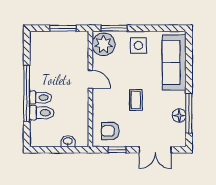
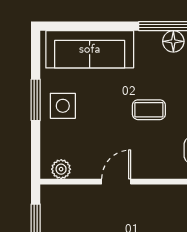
window: (114, 28) -> (36, 100), moved
plant: (104, 44) -> (61, 169), width x0.53, depth x0.53

